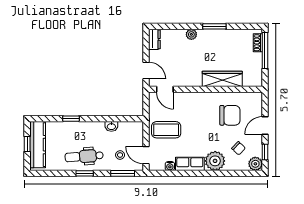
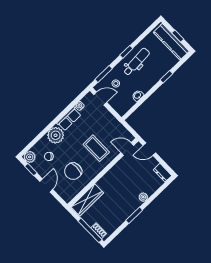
wardrobe: (222, 79) -> (87, 200), moved
coffee table: (166, 130) -> (96, 148), moved, turned 90

